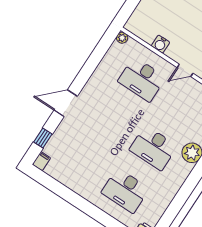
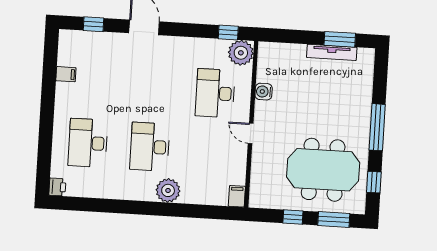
plant: (122, 38) -> (241, 53), width x1.88, depth x1.88
window: (104, 45) -> (228, 32), added
filing cabinet: (41, 161) -> (66, 74), moved

